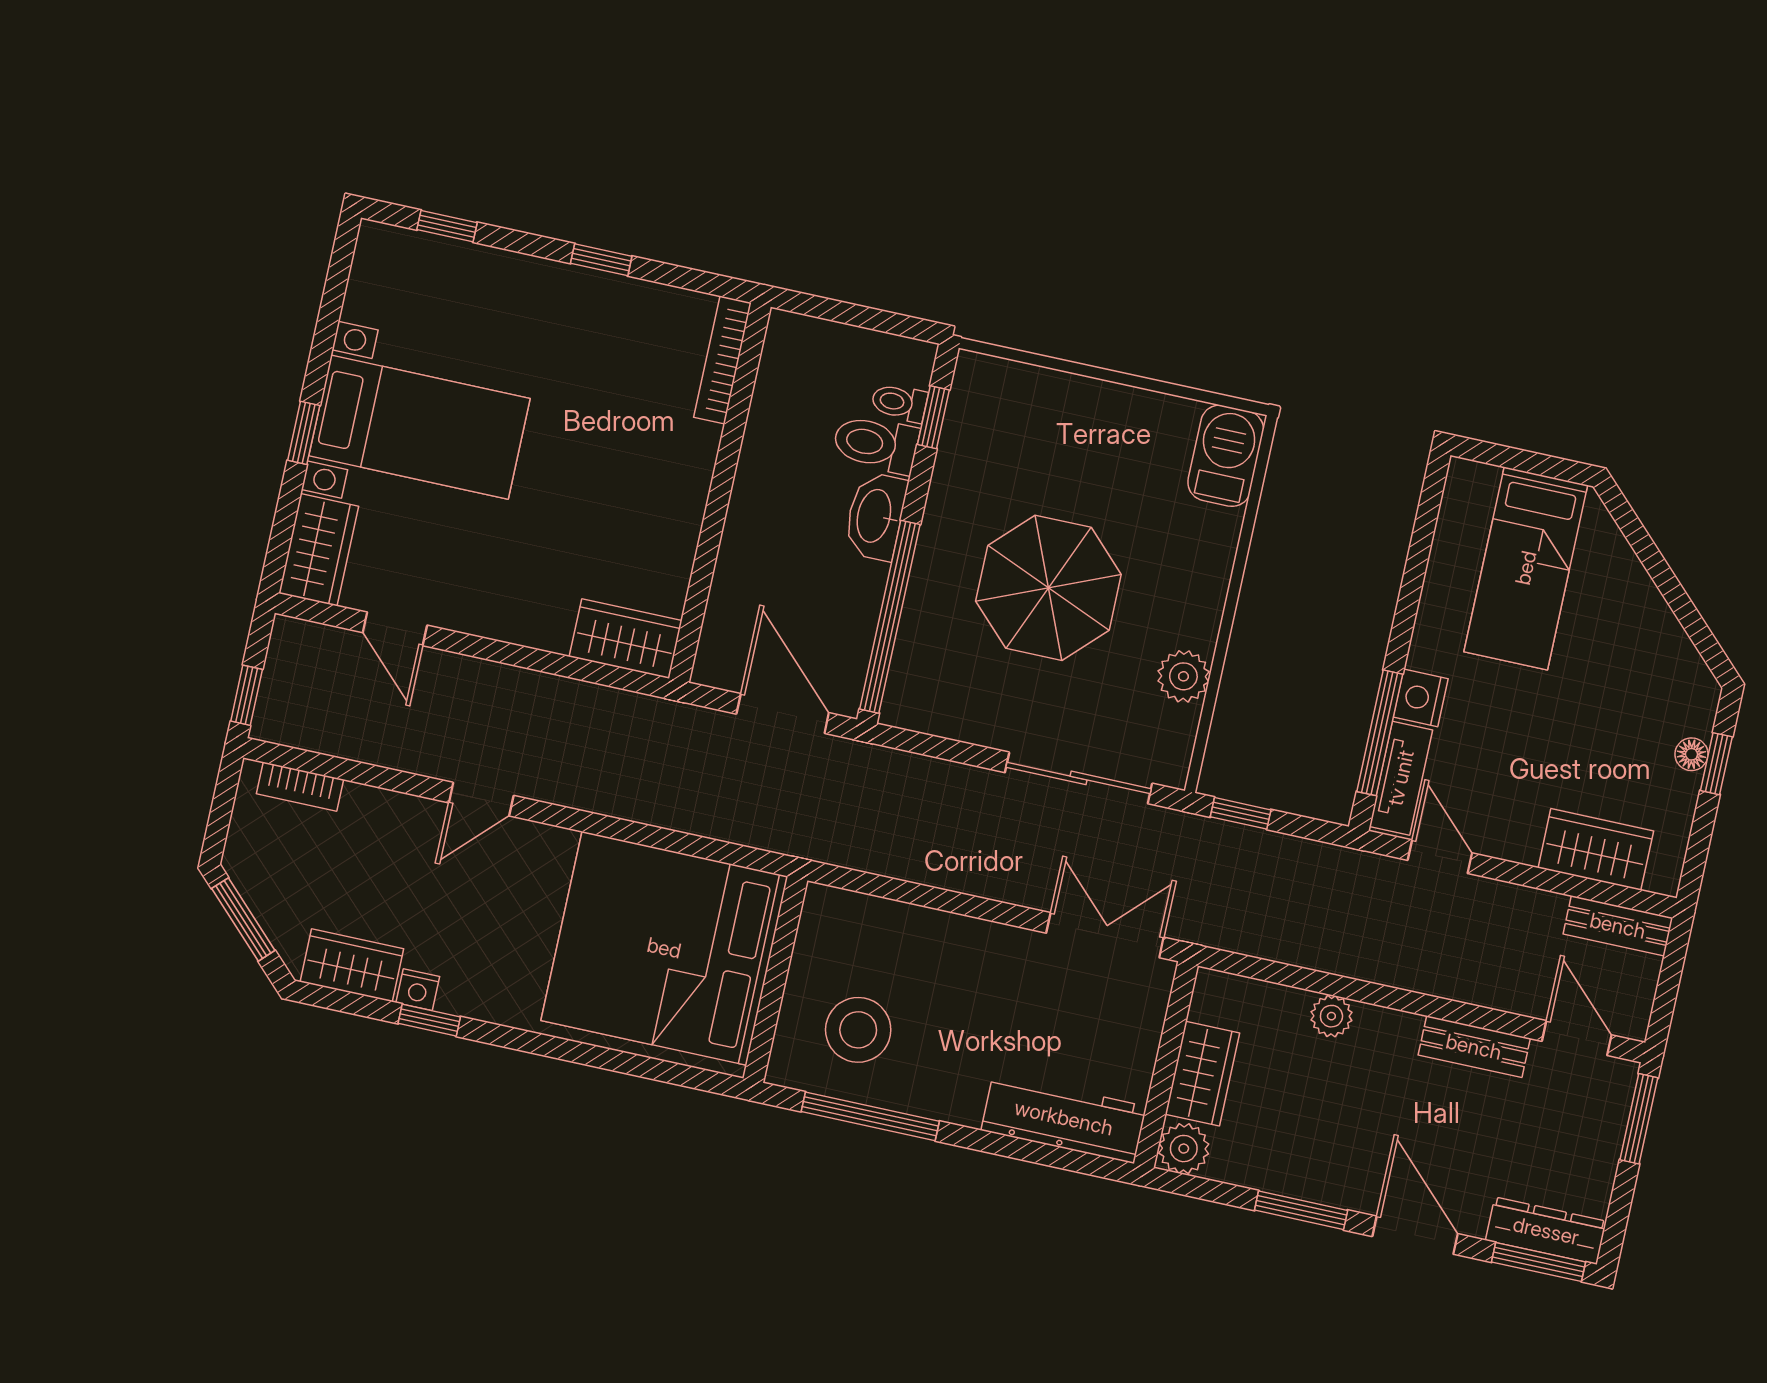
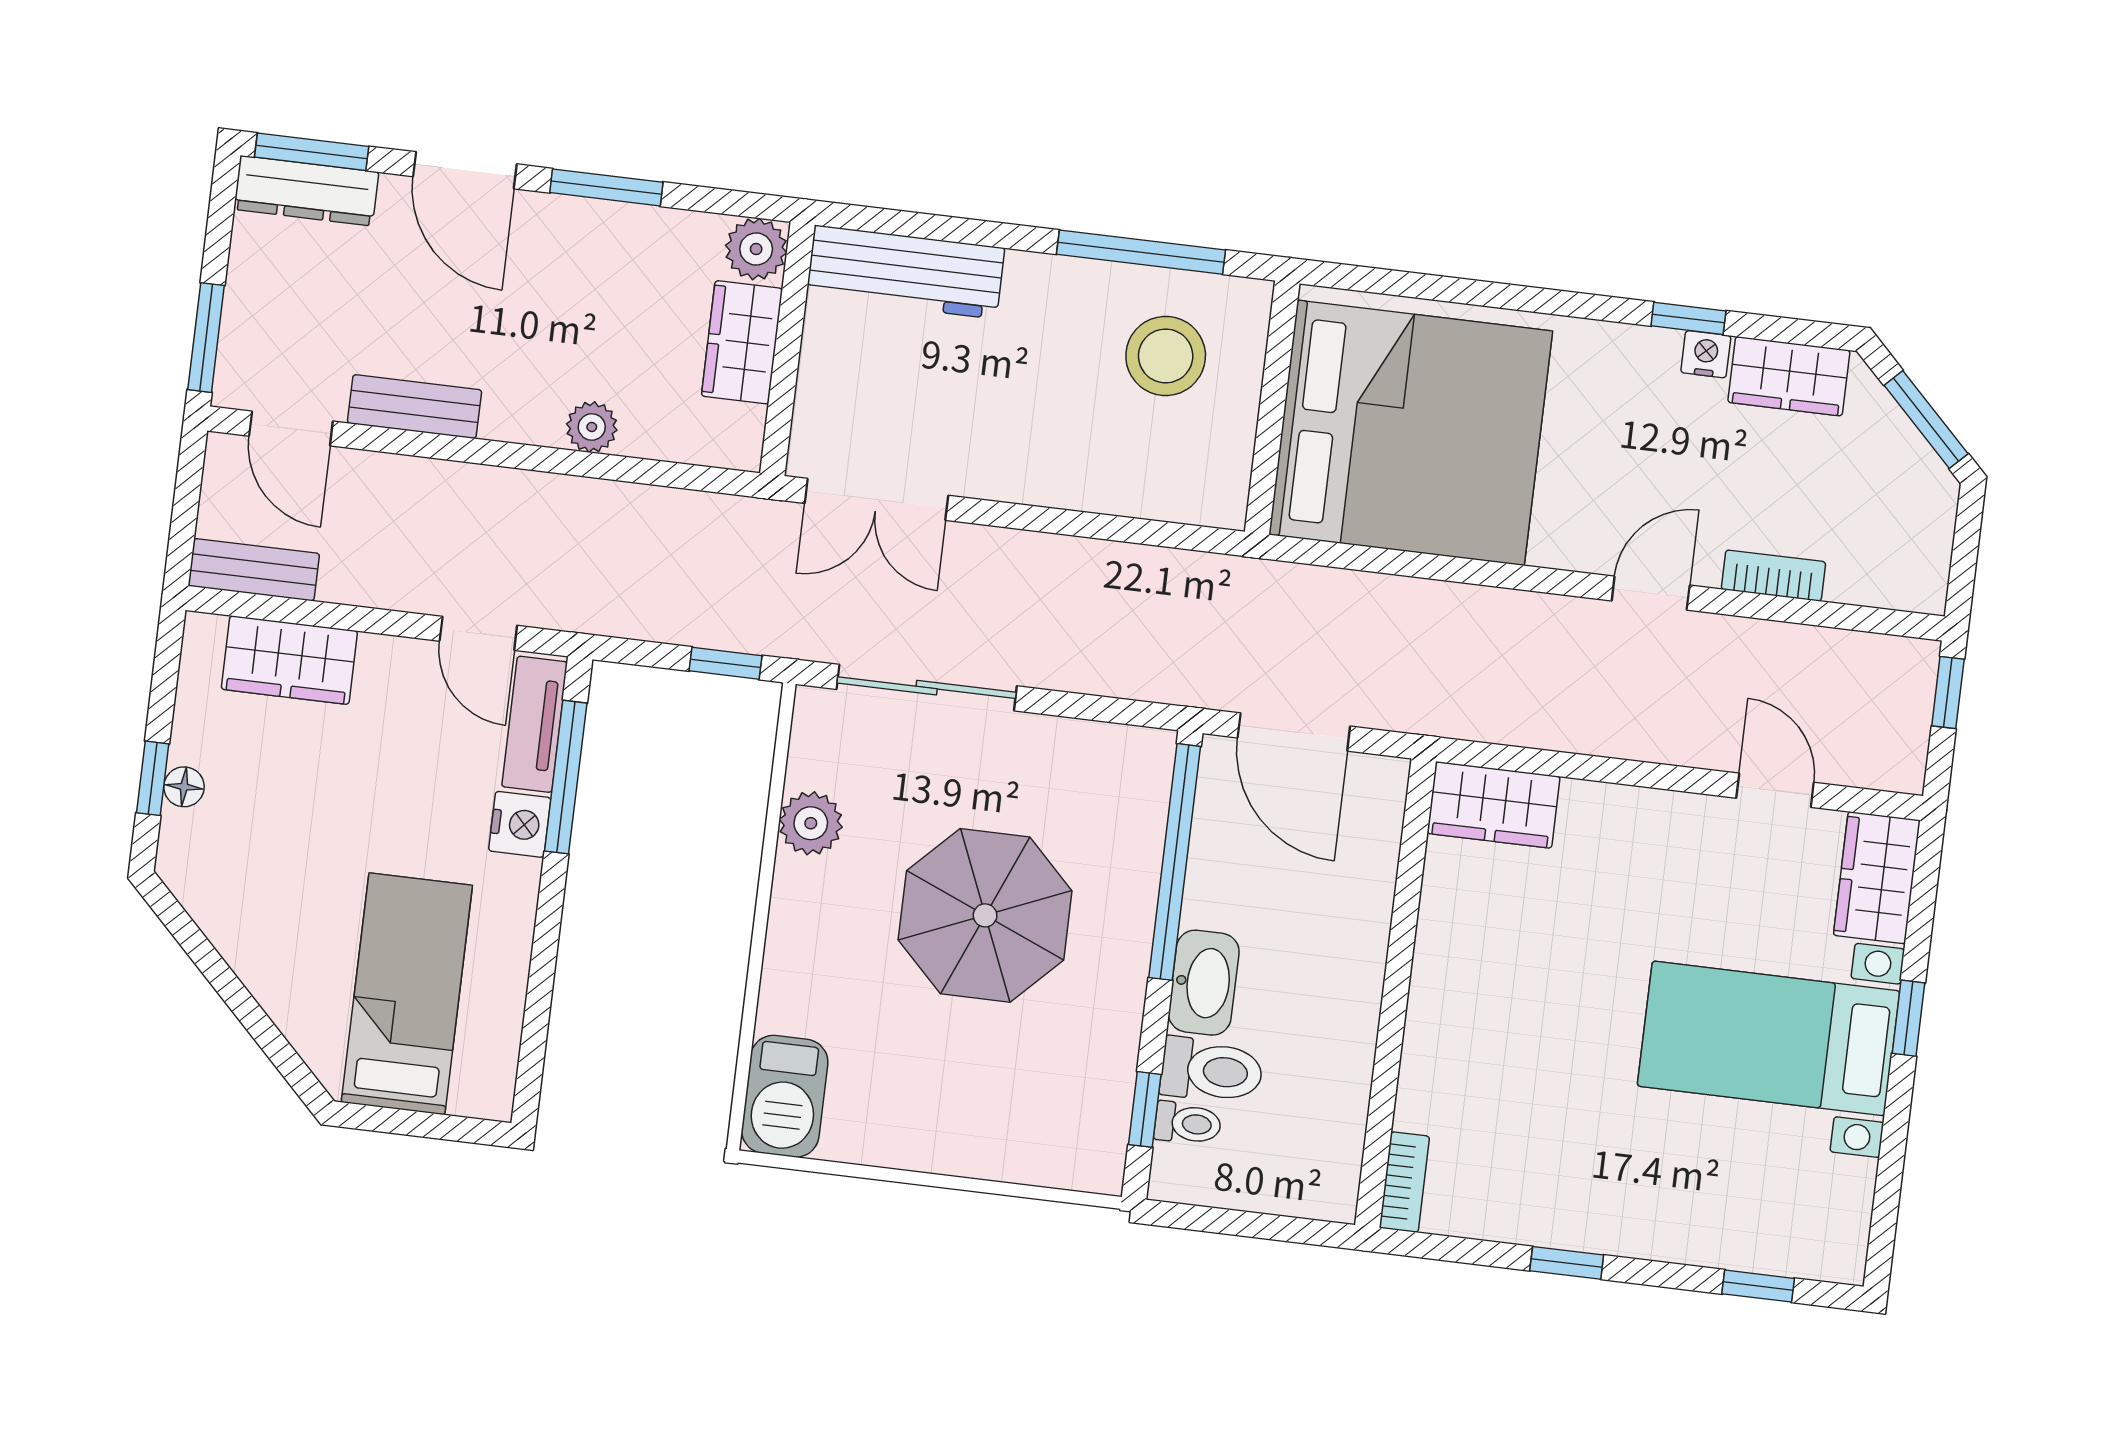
bookcase: (722, 360) -> (1404, 1182), width x0.64
bookcase: (300, 787) -> (1773, 576), moved

